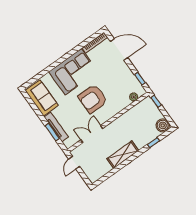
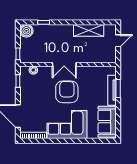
armchair: (93, 99) -> (67, 92), turned -90
double door: (92, 134) -> (64, 64), moved
shelving: (123, 155) -> (89, 30), moved
door: (74, 163) -> (118, 41), moved

